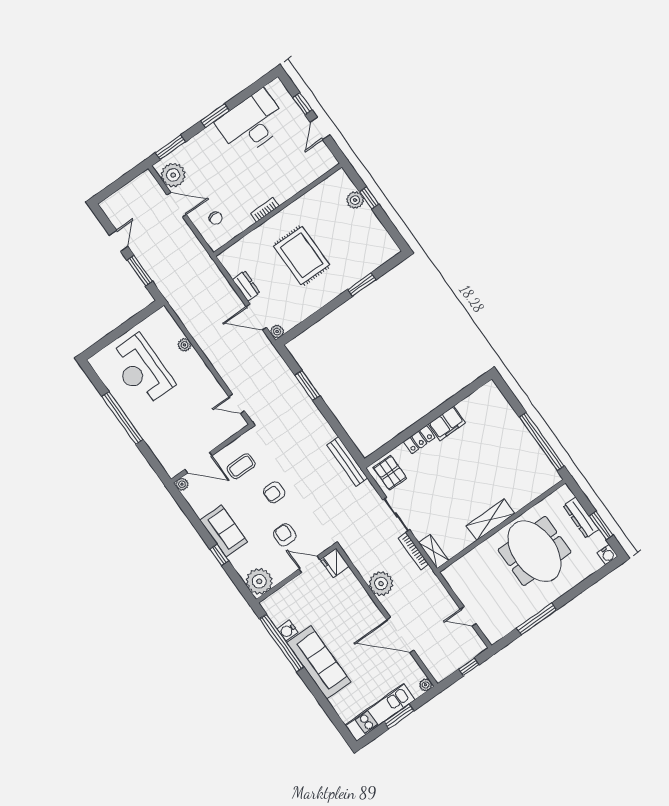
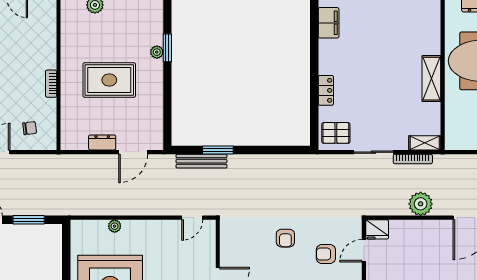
plant: (277, 332) -> (157, 52), moved
filing cabinet: (447, 423) -> (329, 23), moved
bench: (347, 461) -> (201, 161), moved
coffee table: (241, 466) -> (245, 250), removed

